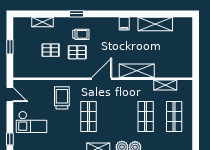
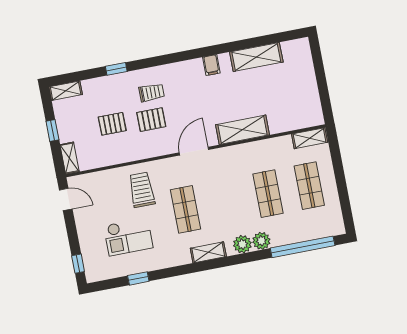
window: (77, 14) -> (116, 69), moved
shelving: (43, 22) -> (66, 91), moved
shelving: (18, 67) -> (69, 158), added
shelving: (165, 85) -> (310, 138), moved
checkout: (32, 122) -> (128, 237), moved

